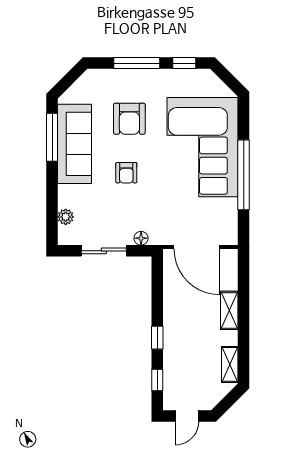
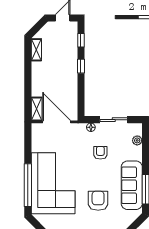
armchair: (126, 173) -> (100, 153), moved
window: (244, 175) -> (28, 185), moved
shelving: (229, 310) -> (37, 109), moved

